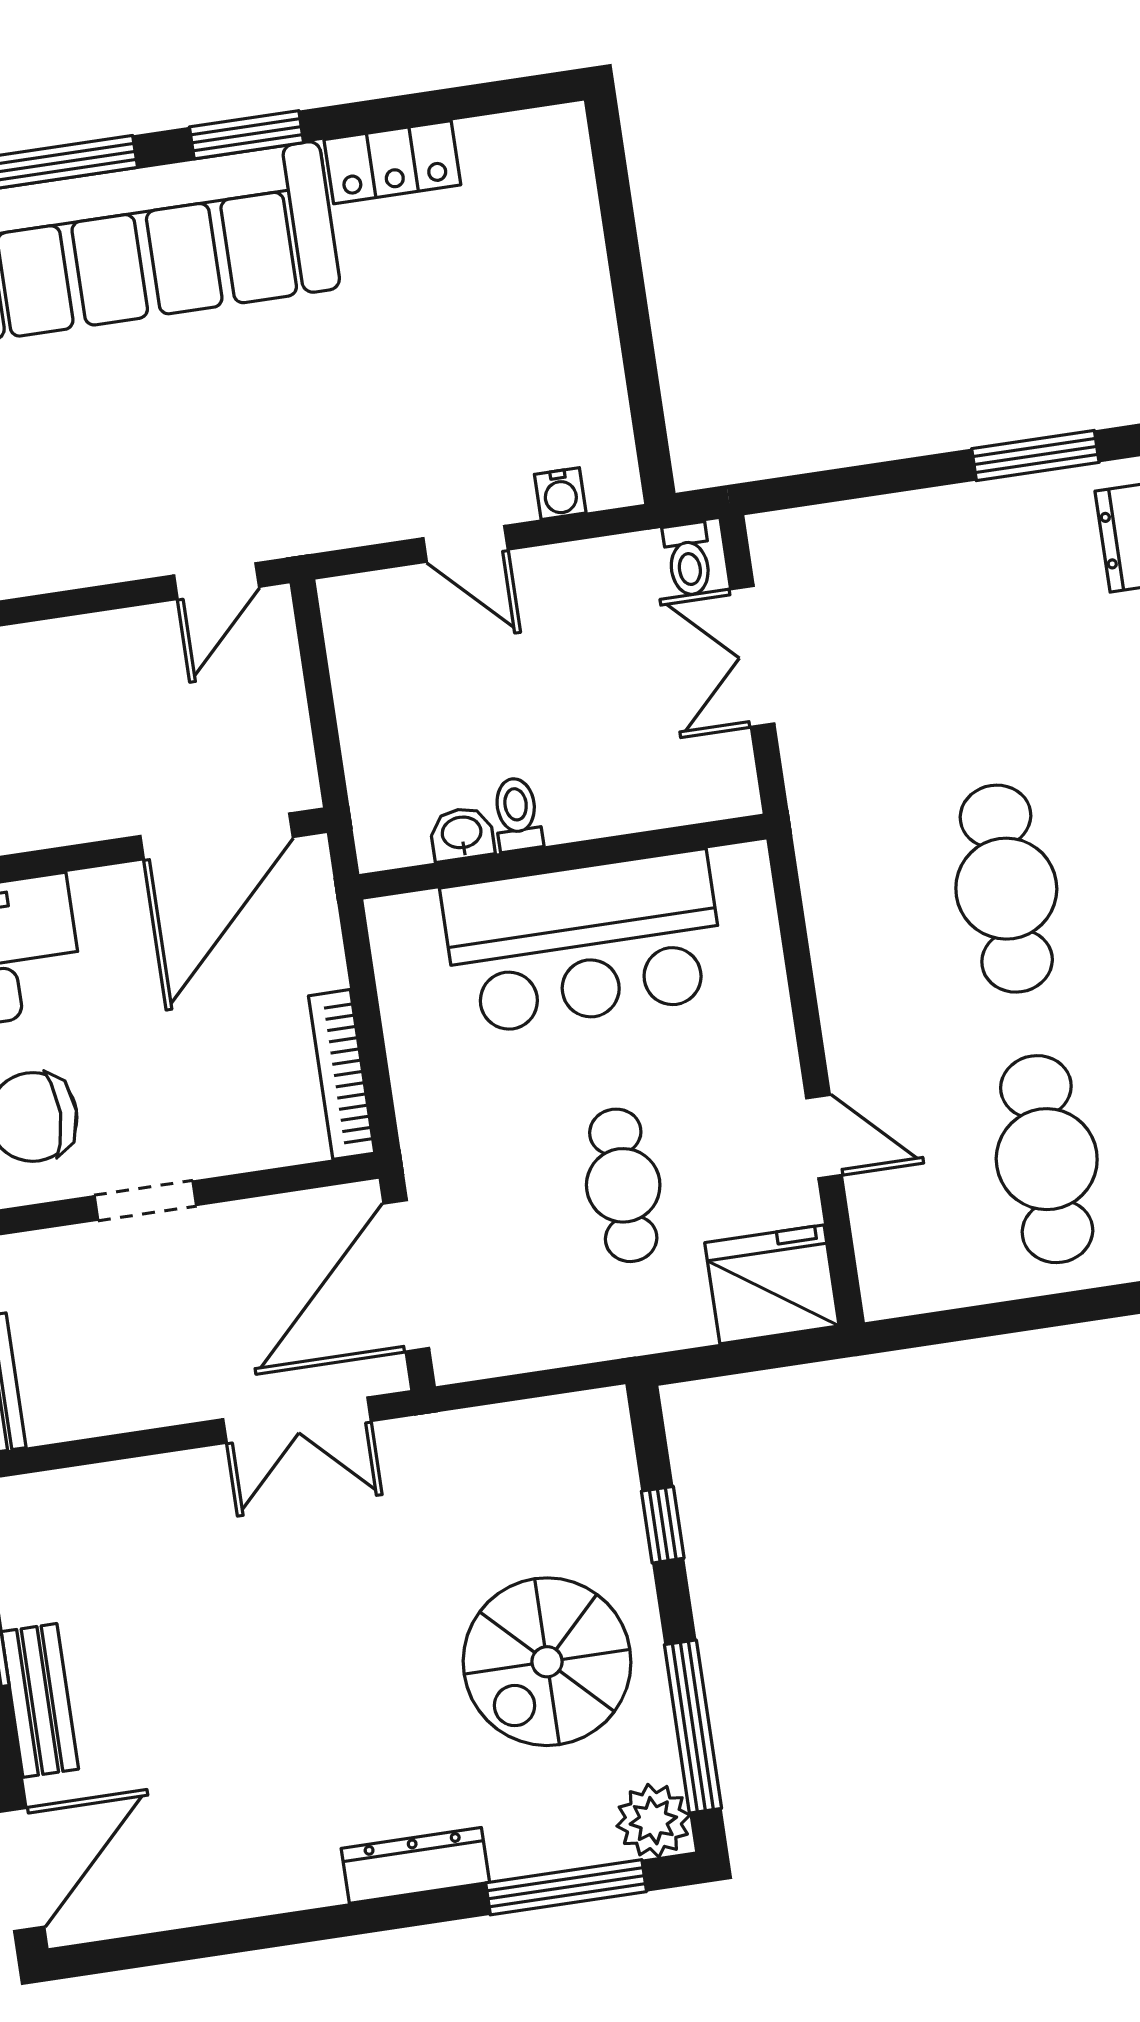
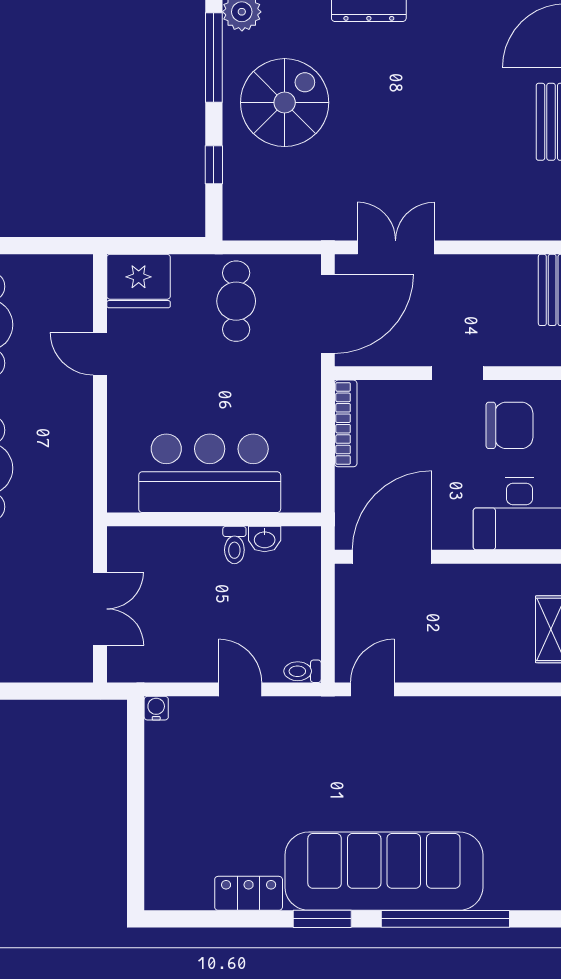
water cooler: (560, 494) -> (156, 708), moved
toilet: (688, 559) -> (303, 671), moved, turned -90
cafe table: (623, 1185) -> (236, 301), moved

